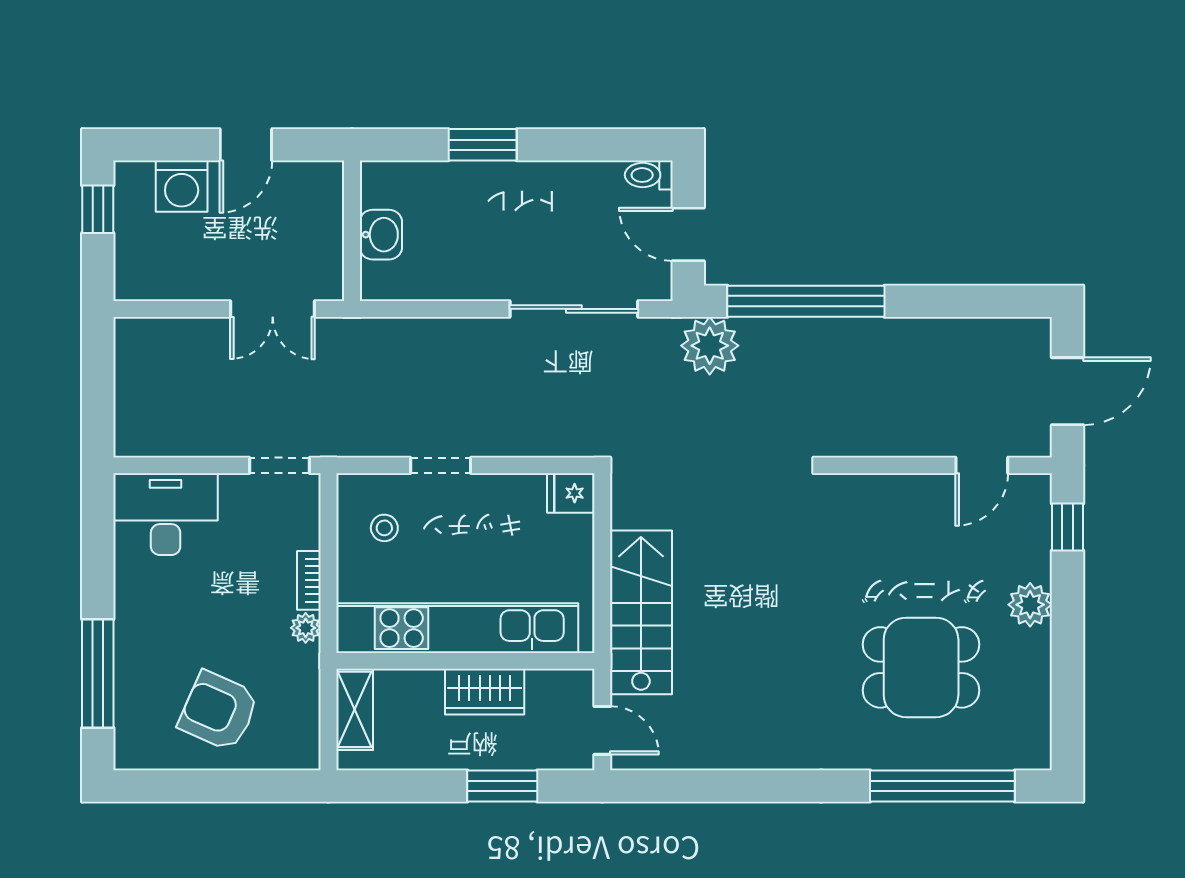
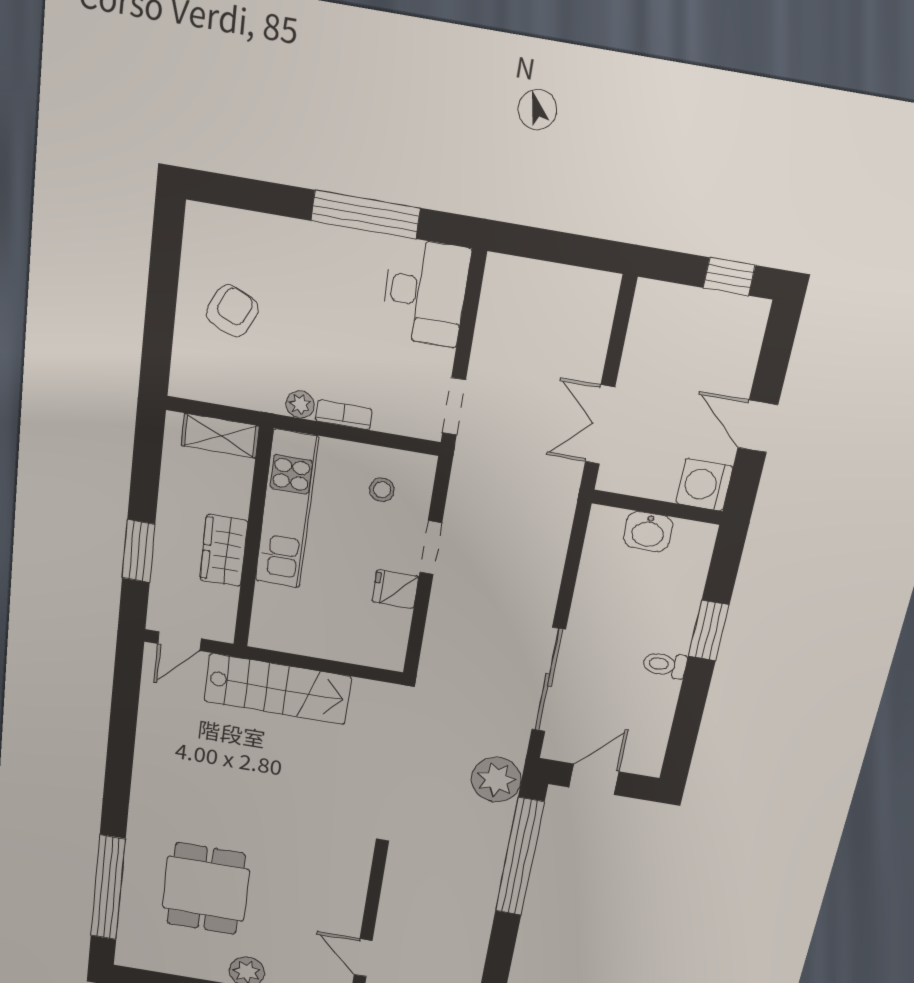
toilet: (649, 175) -> (665, 665), moved, turned -90
washing machine: (182, 186) -> (704, 485), moved
fridge: (571, 493) -> (395, 589), moved, turned -90
kitchen unit: (457, 628) -> (287, 510), width x0.73
window: (98, 674) -> (366, 214), moved
armchair: (219, 711) -> (232, 311), width x0.72, depth x0.72

